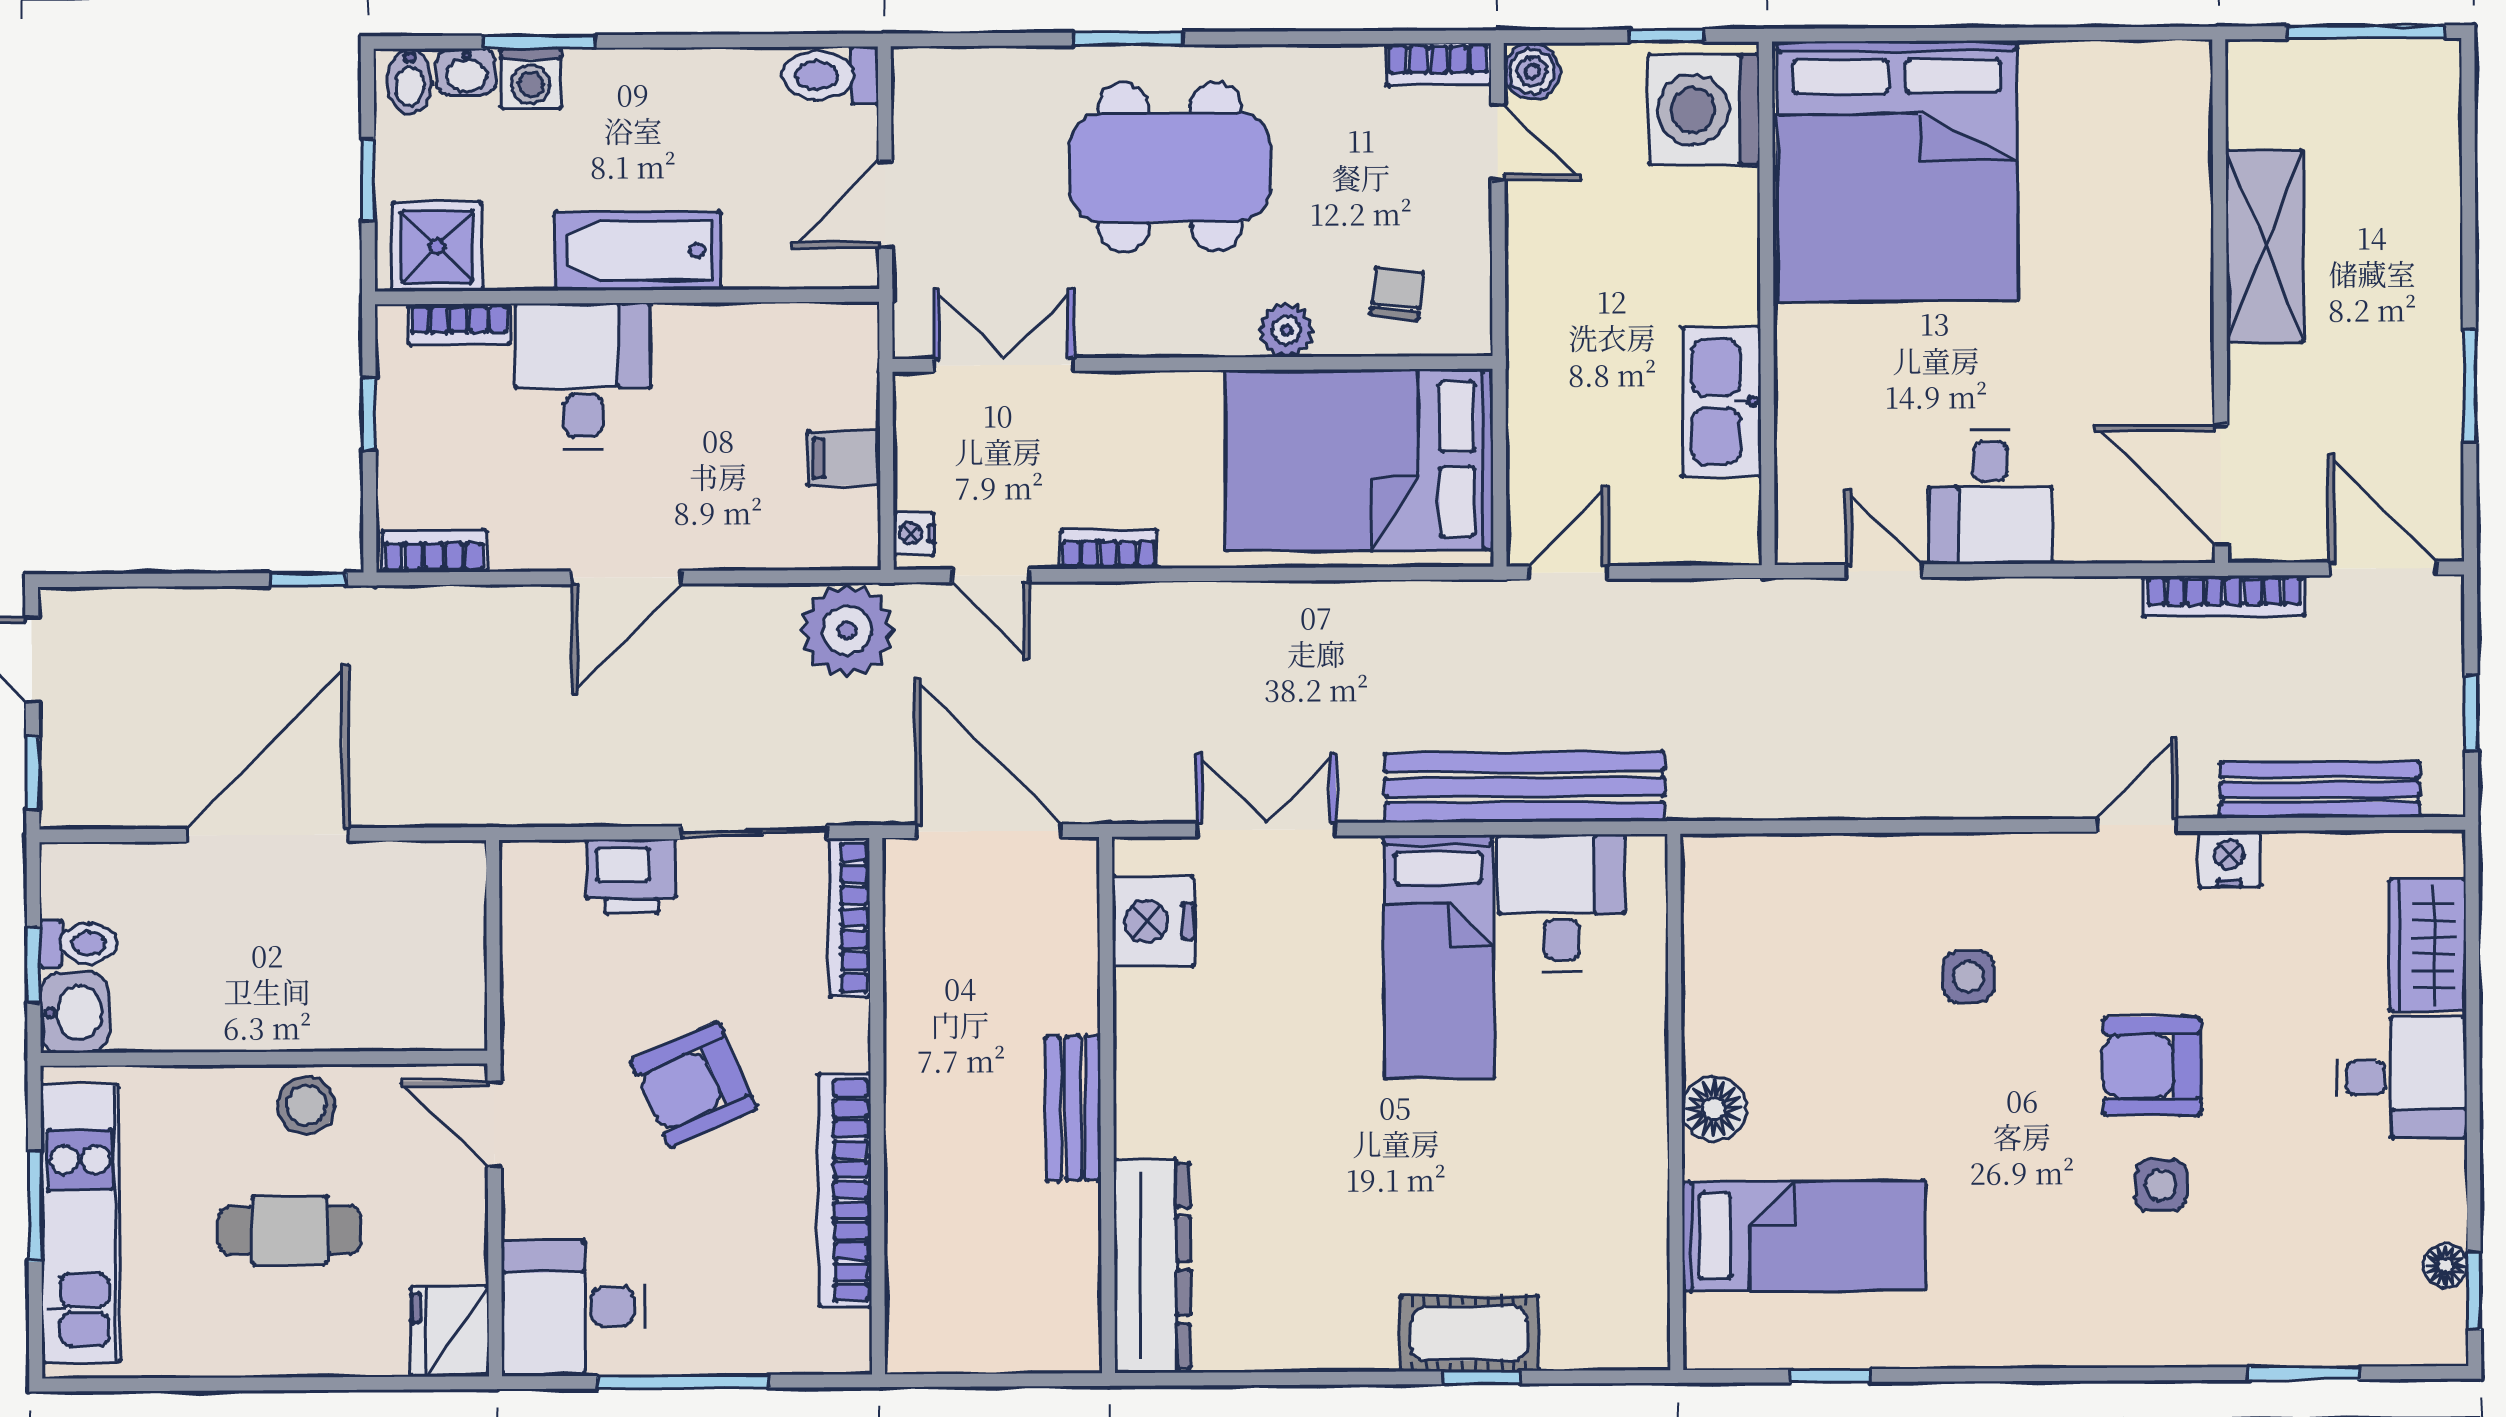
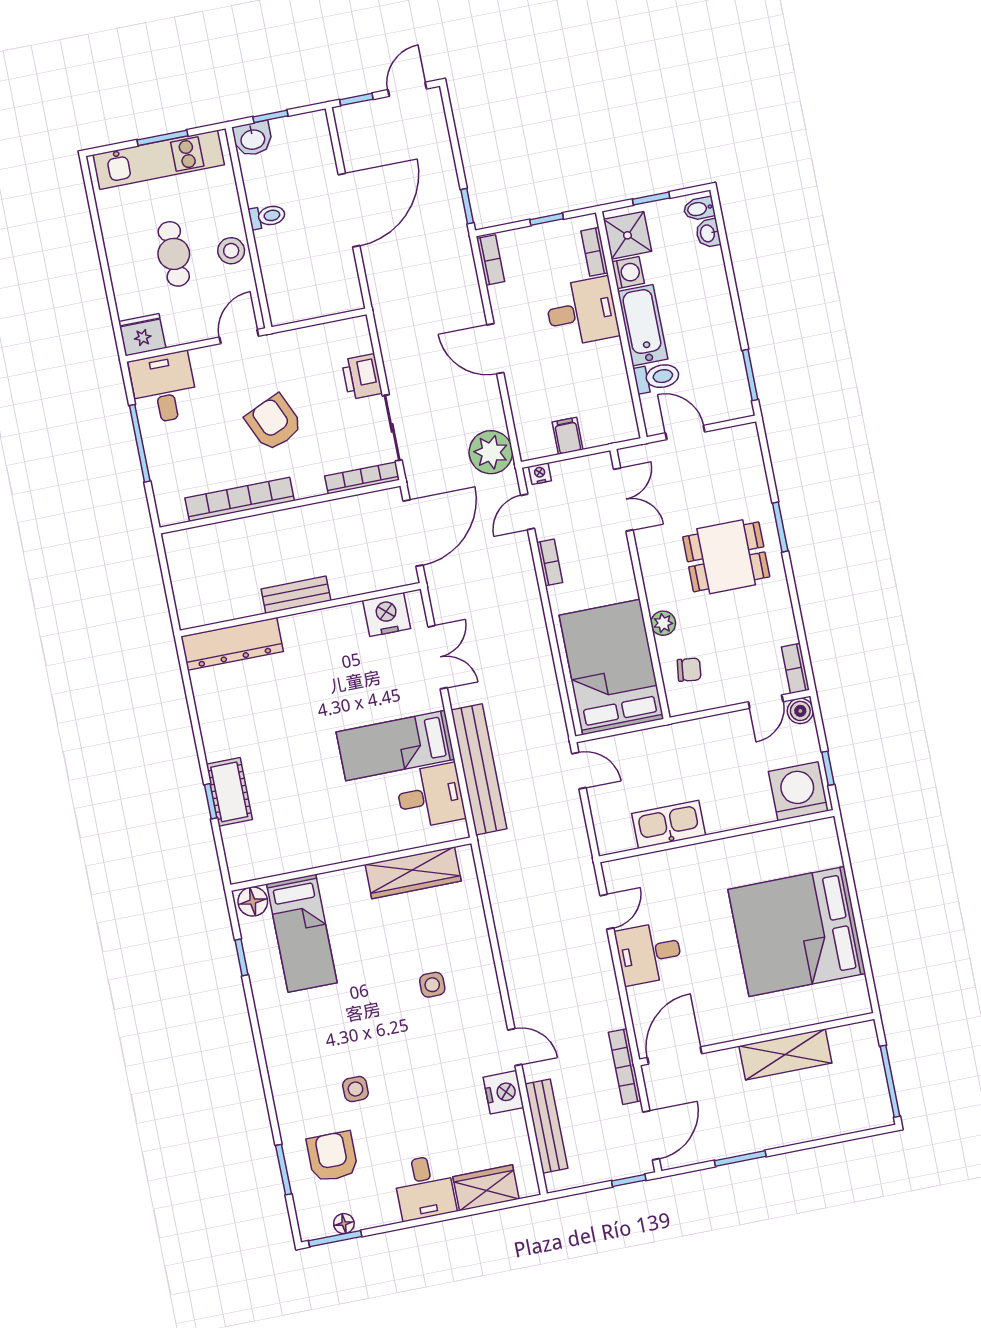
window: (539, 42) -> (750, 375), moved
toilet: (830, 76) -> (657, 377), moved, turned 90
washing machine: (531, 78) -> (628, 273), moved, turned 180
dining table: (1170, 167) -> (726, 557), width x0.73
bed: (1897, 171) -> (797, 931), moved
window: (2471, 713) -> (629, 1180), moved
door: (268, 835) -> (349, 210), hinge flipped
nightstand: (2229, 859) -> (503, 1092), width x1.36, depth x1.33
toilet: (78, 944) -> (267, 216), moved, turned -90
wardrobe: (1719, 972) -> (413, 873), added
armchair: (2152, 1066) -> (332, 1157), moved
floor lamp: (1714, 1109) -> (253, 902), moved
window: (2474, 1291) -> (335, 1239), width x1.50

